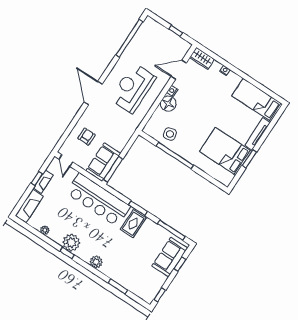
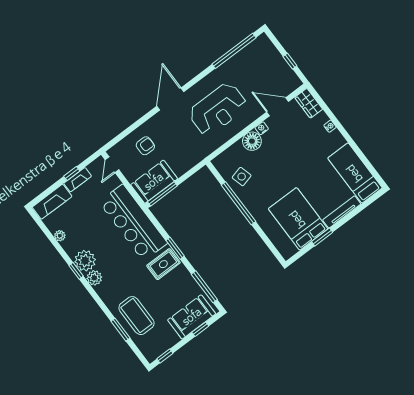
reception desk: (133, 88) -> (218, 109), turned 180
plant: (96, 262) -> (94, 278), moved
coffee table: (126, 271) -> (136, 316), added

